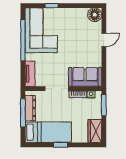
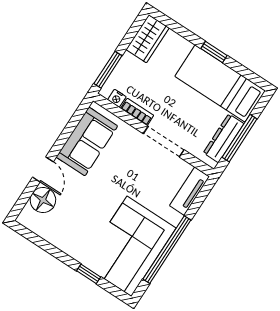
floor lamp: (95, 15) -> (43, 200), moved
door: (104, 40) -> (43, 169), swing flipped
sofa: (85, 77) -> (87, 141), moved, turned -90

